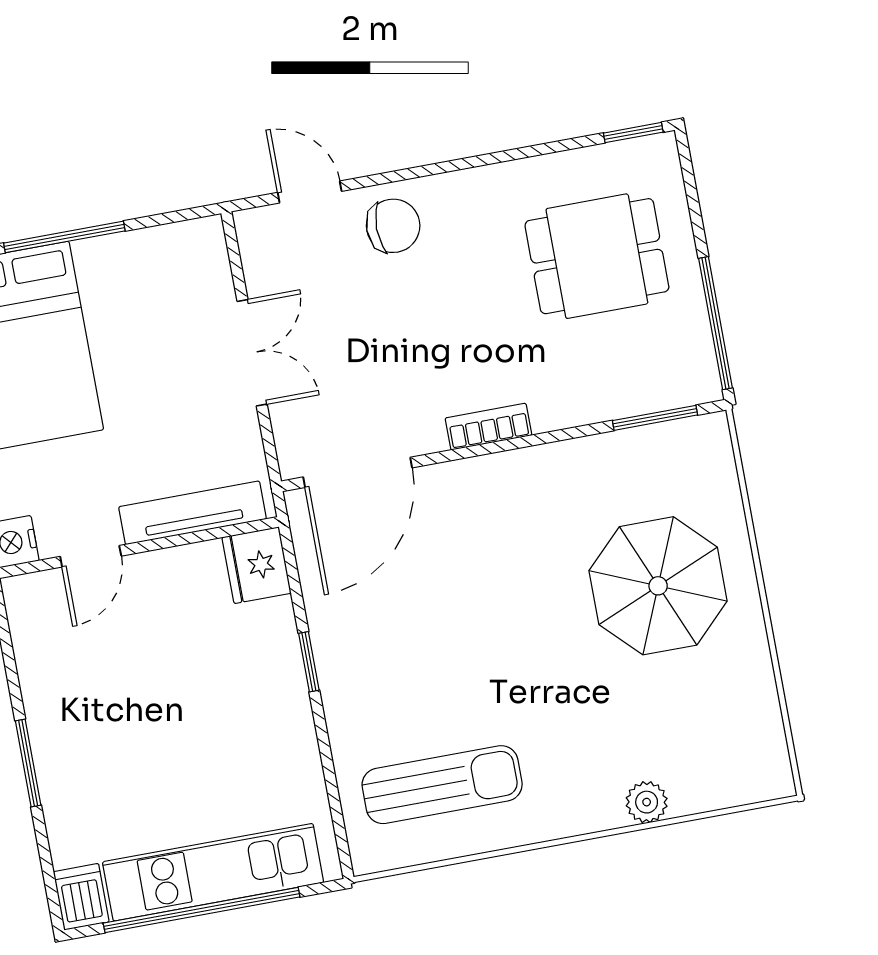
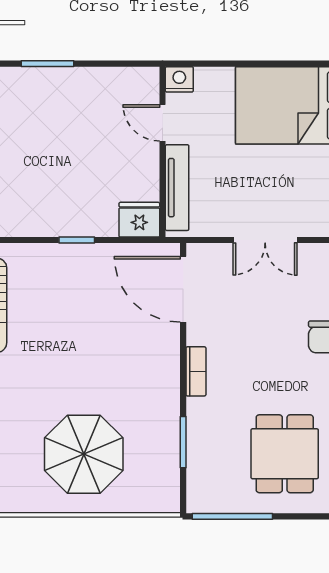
window: (655, 418) -> (183, 442), moved

